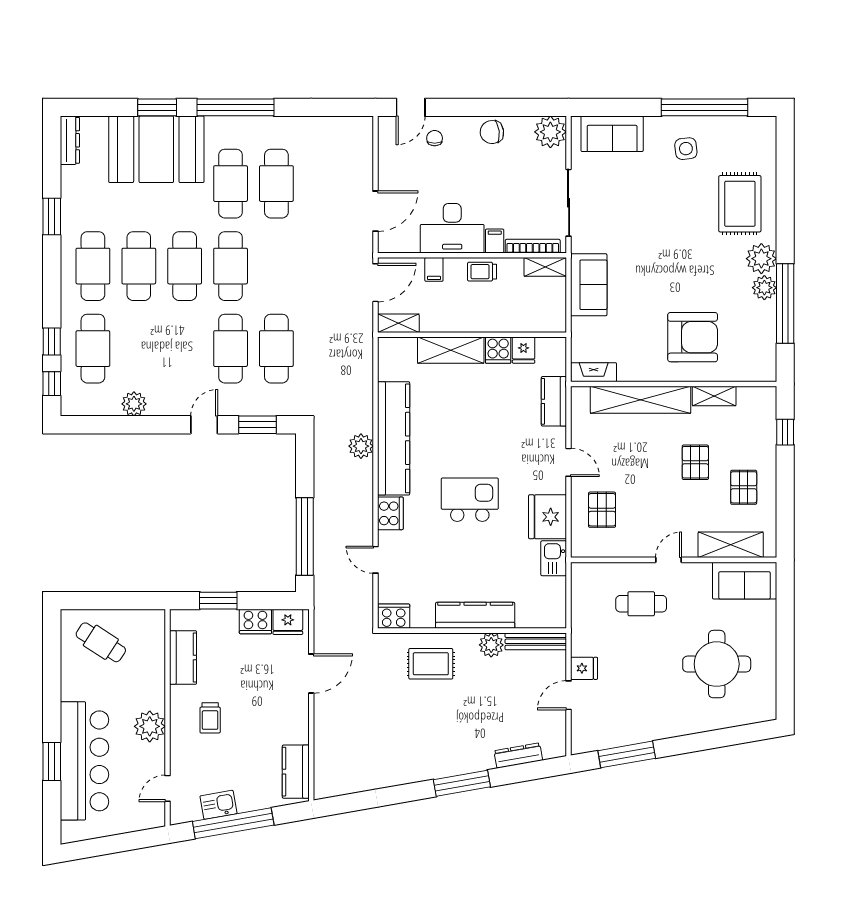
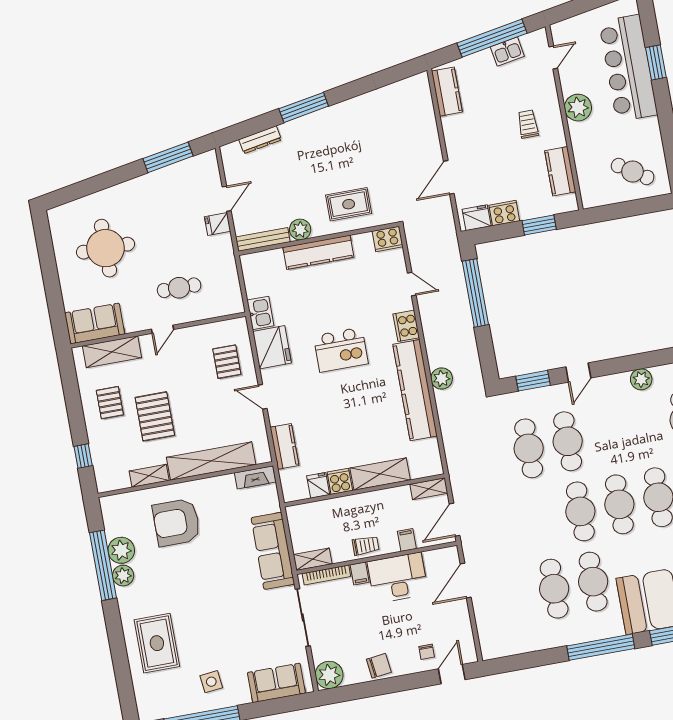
plant: (761, 259) -> (121, 550), moved
sofa: (589, 285) -> (273, 551), width x1.36
pallet: (695, 462) -> (155, 416), width x1.50, depth x1.42

